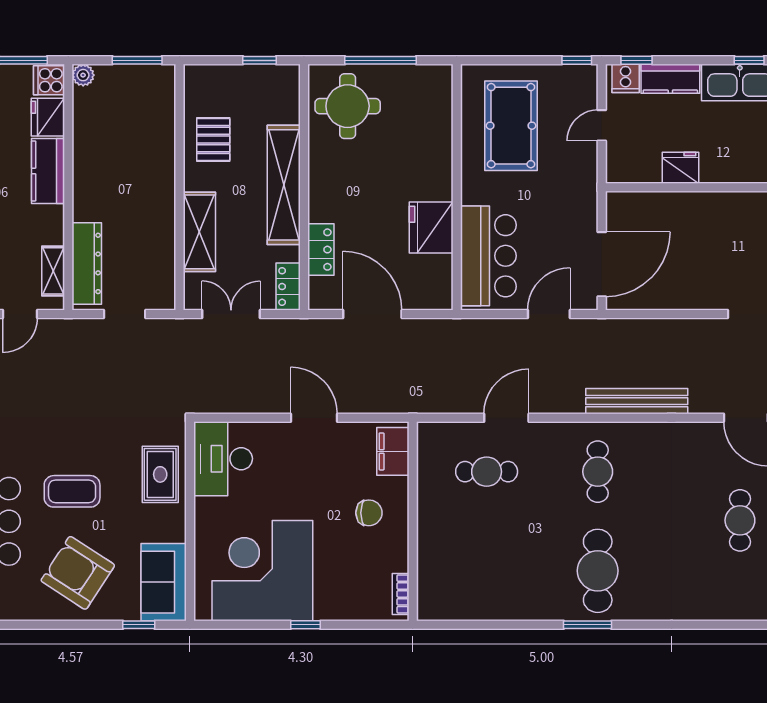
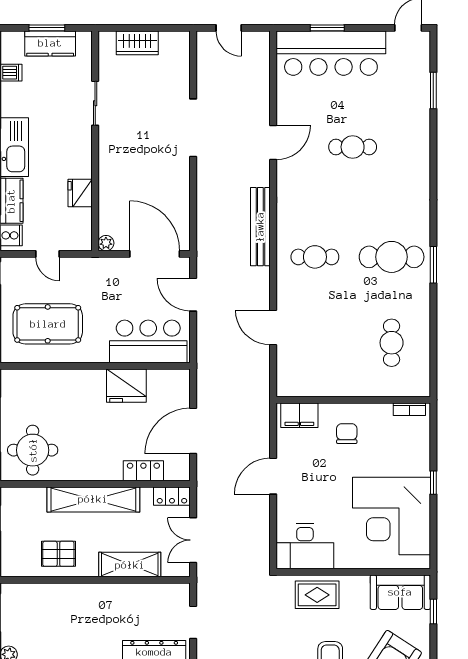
plant: (616, 201) -> (106, 243), added
cafe table: (487, 472) -> (392, 343), moved

